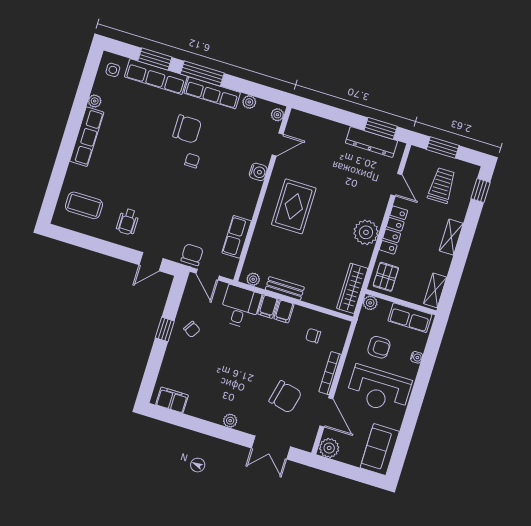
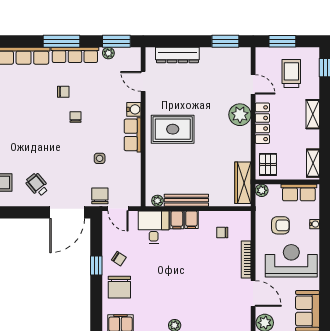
window: (155, 59) -> (116, 41), moved
plant: (277, 115) -> (135, 56), removed
chair: (187, 129) -> (63, 92), width x0.54, depth x0.54
dresser: (372, 142) -> (177, 55), moved
door: (278, 144) -> (143, 81), swing flipped
rug: (294, 206) -> (173, 129), turned 90
side table: (204, 214) -> (100, 158), added
wheelchair: (128, 222) -> (37, 185), turned 140
plant: (366, 232) -> (240, 115), moved
row of seats: (237, 237) -> (133, 135), moved
door: (151, 262) -> (67, 212), width x1.88
bench: (285, 288) -> (186, 200), width x1.36
reception desk: (379, 390) -> (291, 261), turned 180
chair: (285, 397) -> (119, 287), moved, turned 77

